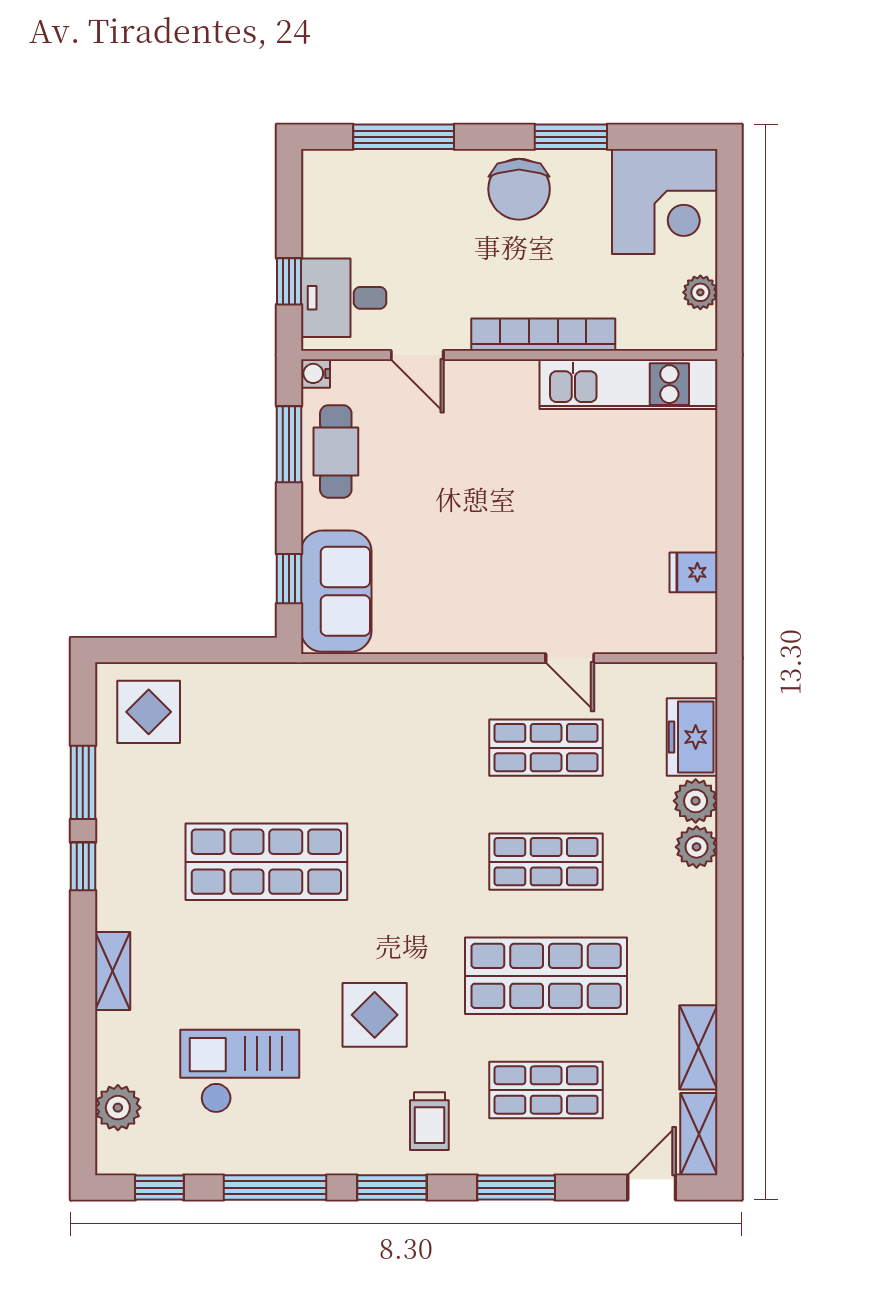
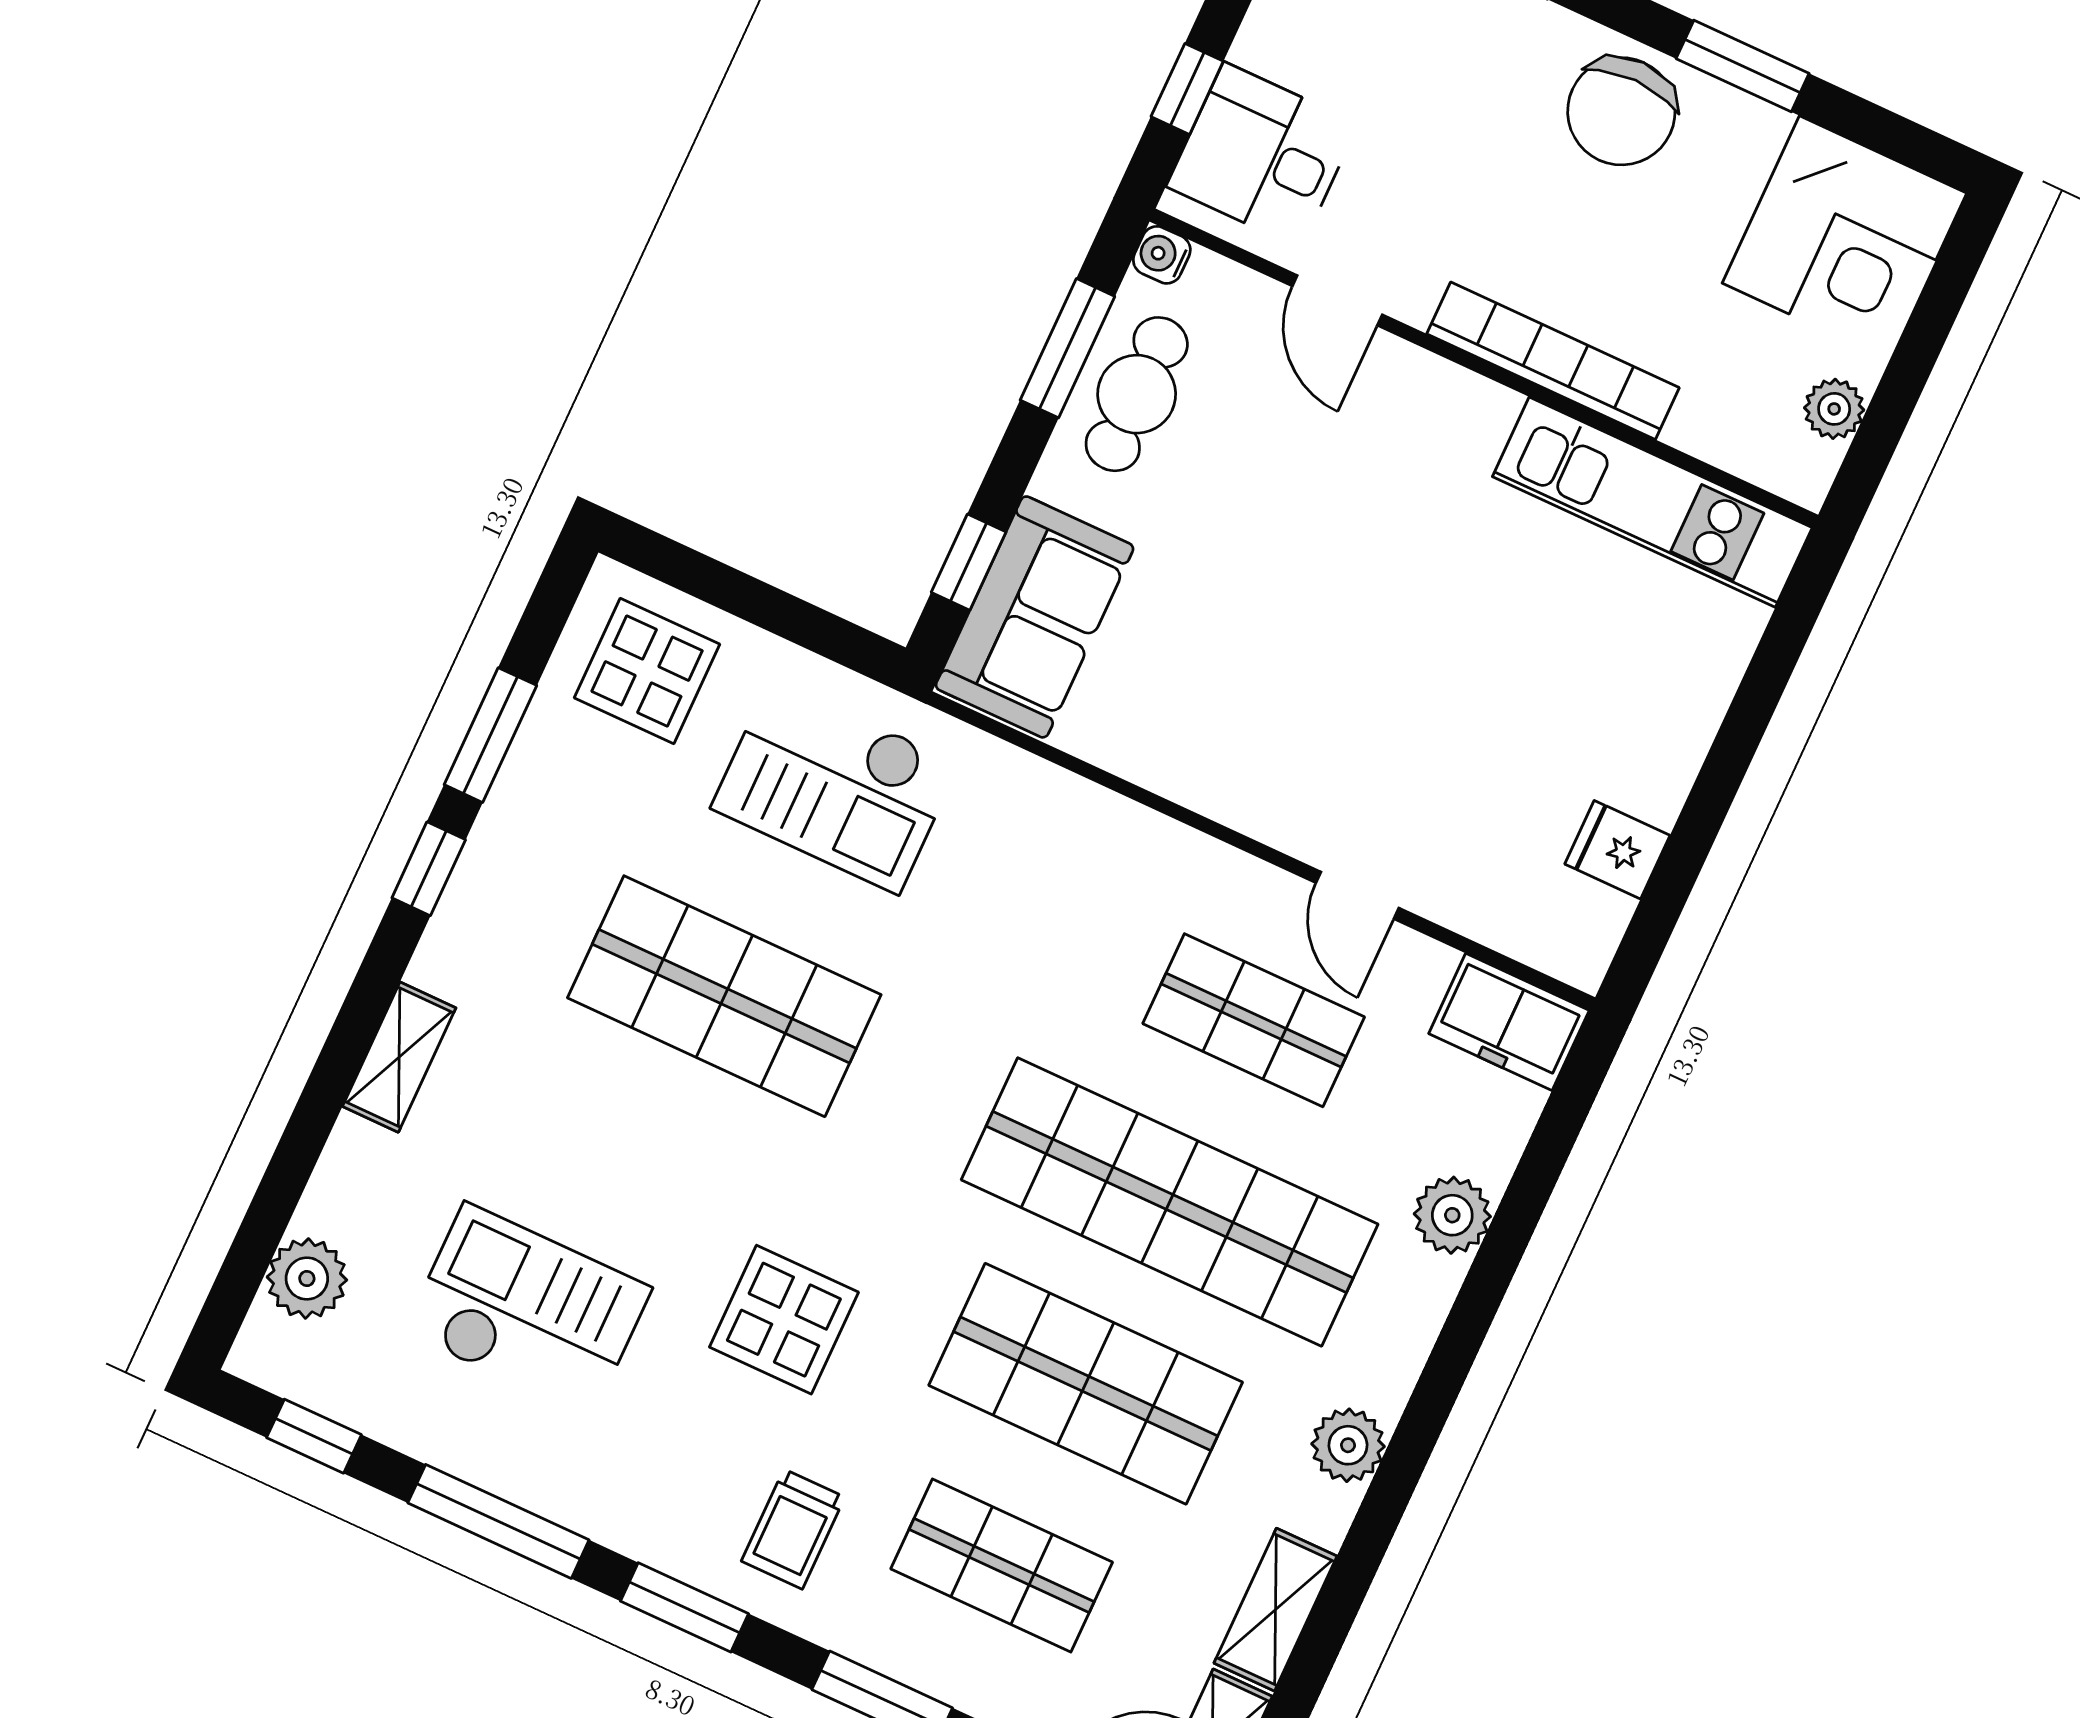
checkout: (273, 726) -> (835, 786), added
freezer: (692, 737) -> (1509, 1022), moved, turned -90
plant: (697, 847) -> (1348, 1445), moved
shop shelf: (546, 862) -> (1170, 1202), width x2.00, depth x1.36

